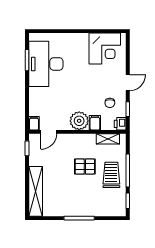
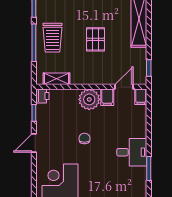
desk: (46, 64) -> (132, 152), width x0.53, depth x0.77
chair: (110, 103) -> (84, 139), moved
filing cabinet: (95, 123) -> (107, 97), moved
pallet: (85, 166) -> (96, 39), moved, turned 90

